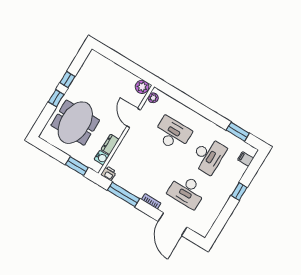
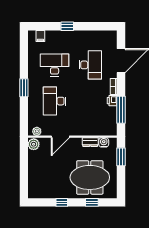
window: (56, 98) -> (92, 202), moved
window: (238, 132) -> (24, 88), moved
printer: (109, 173) -> (112, 101), moved

